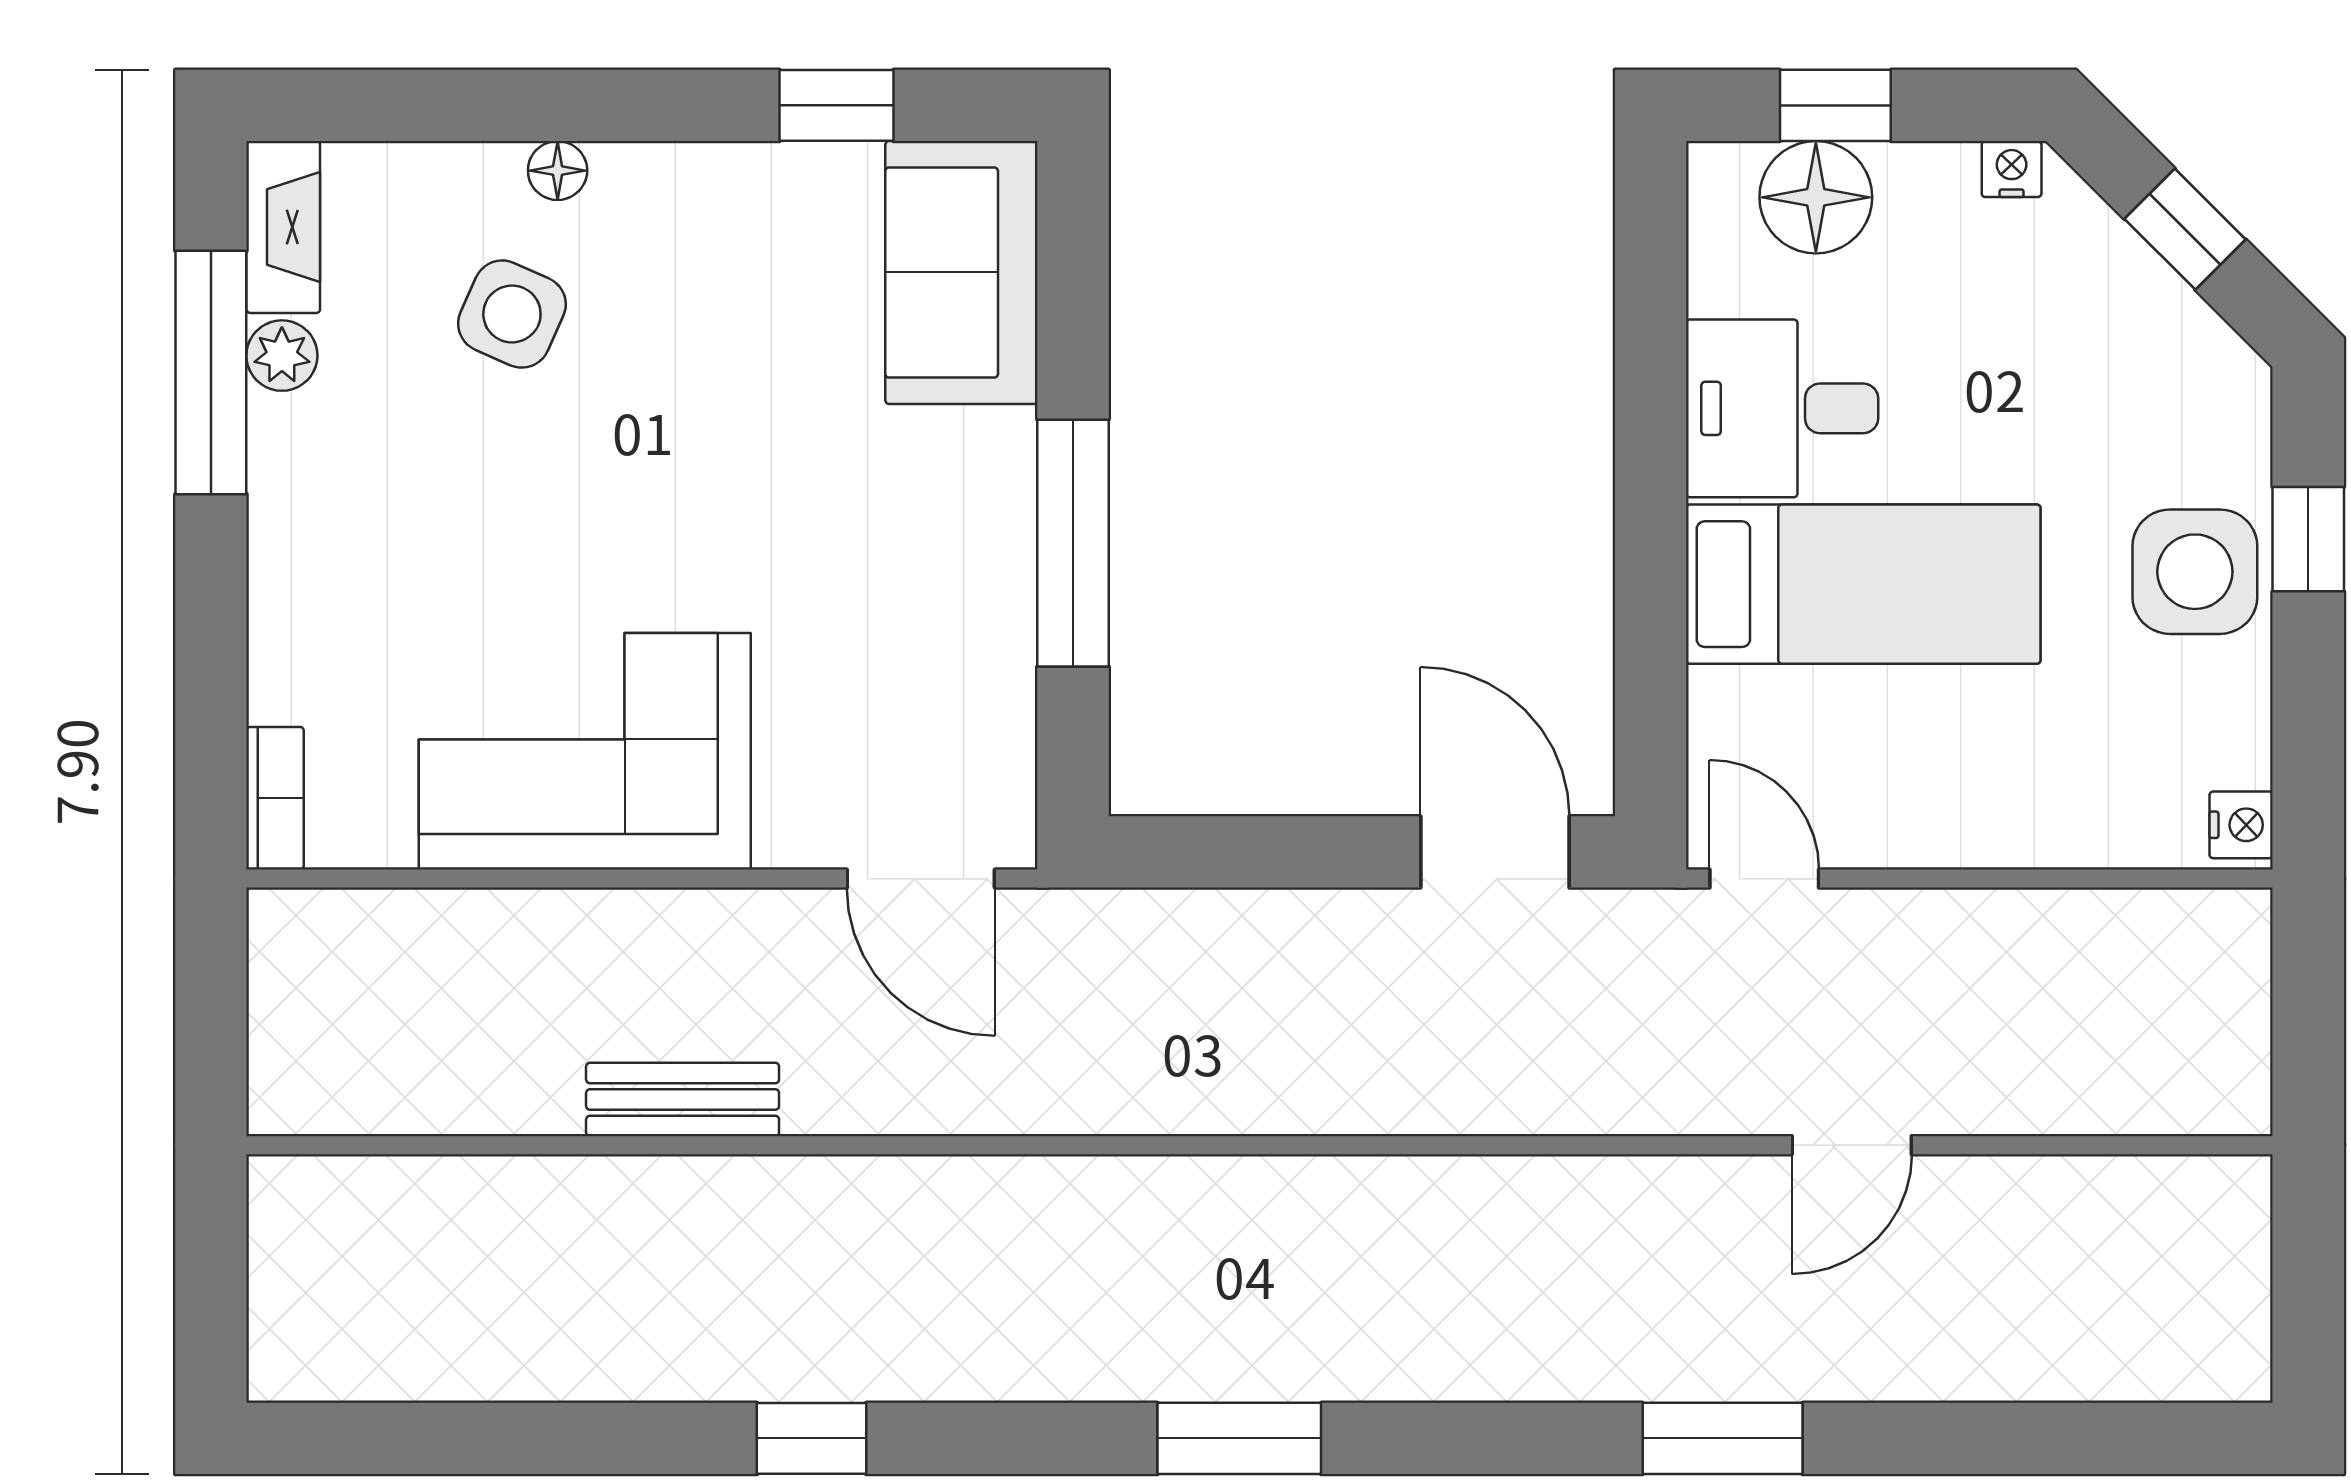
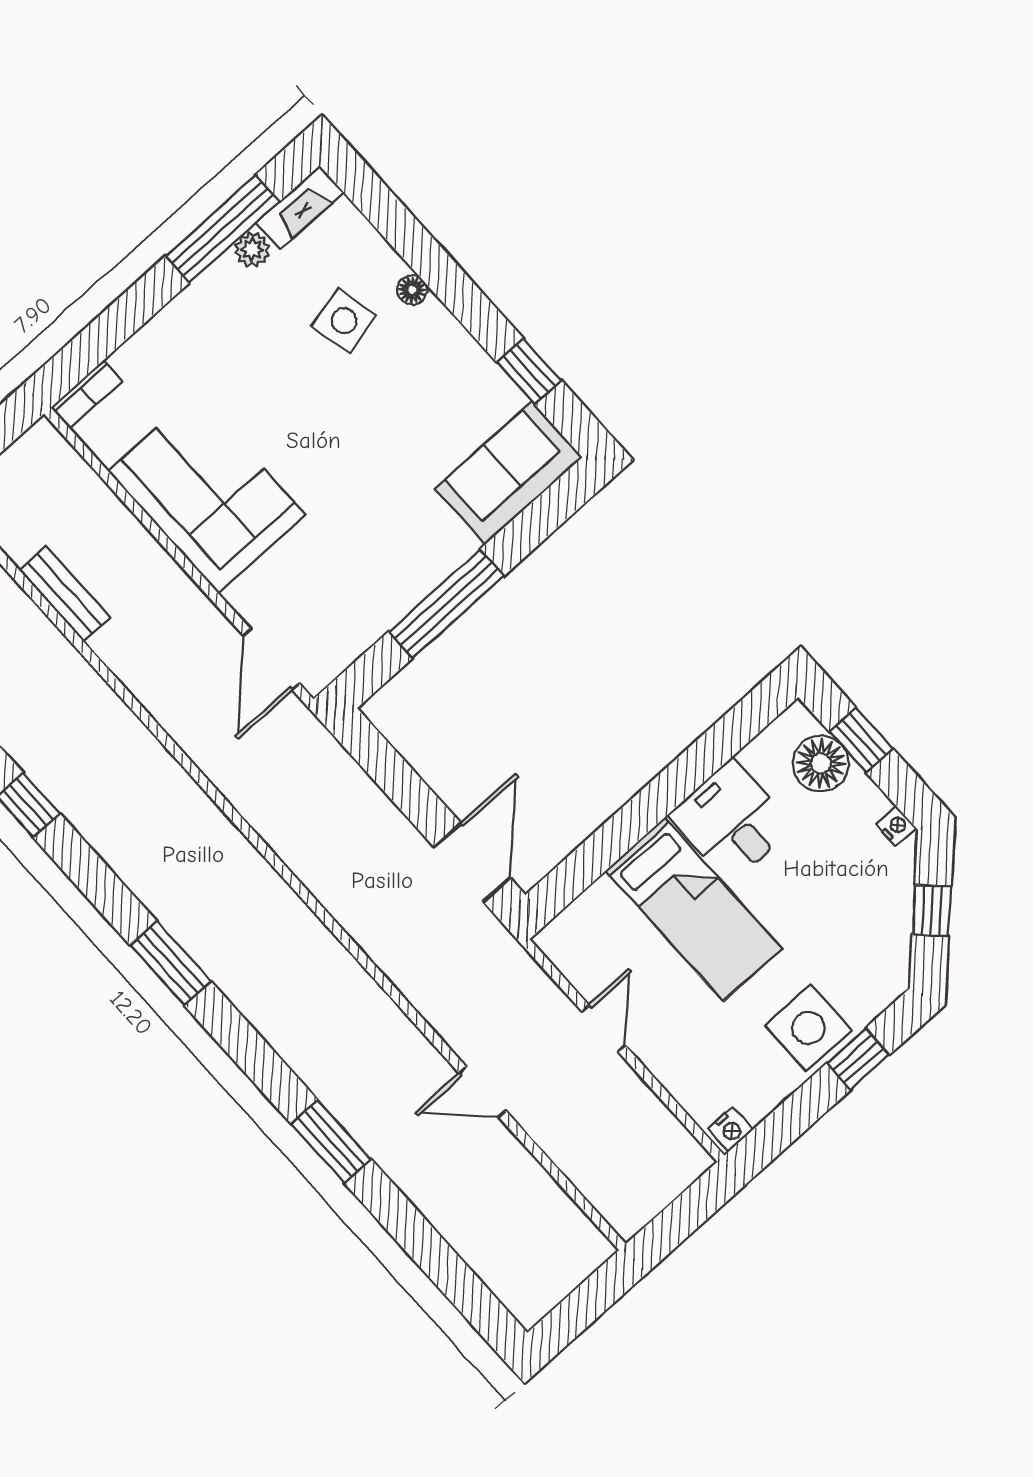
side table: (512, 314) -> (344, 321), turned -37
door: (1764, 879) -> (604, 1028), moved
bench: (683, 1099) -> (65, 594), moved

